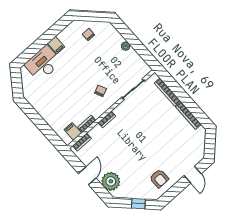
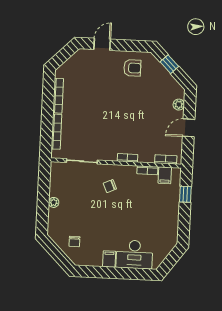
window: (48, 132) -> (185, 194), added
armchair: (159, 178) -> (132, 68), turned 90
plant: (111, 181) -> (179, 105), width x0.53, depth x0.53

